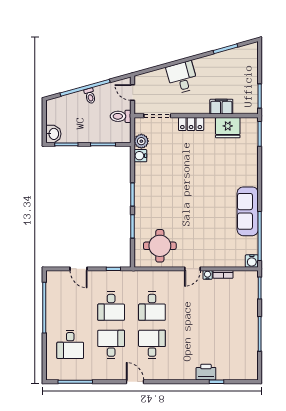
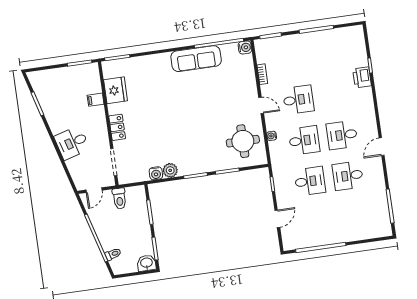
toilet: (90, 96) -> (113, 254), moved
filing cabinet: (221, 107) -> (96, 100), width x0.50
plant: (141, 141) -> (170, 170), moved
water cooler: (208, 275) -> (272, 136), moved
desk: (70, 344) -> (298, 100), moved

